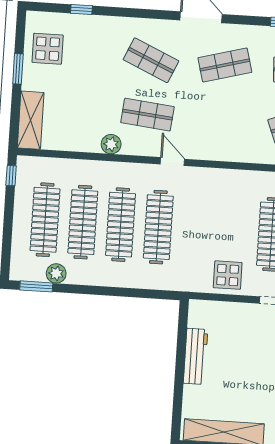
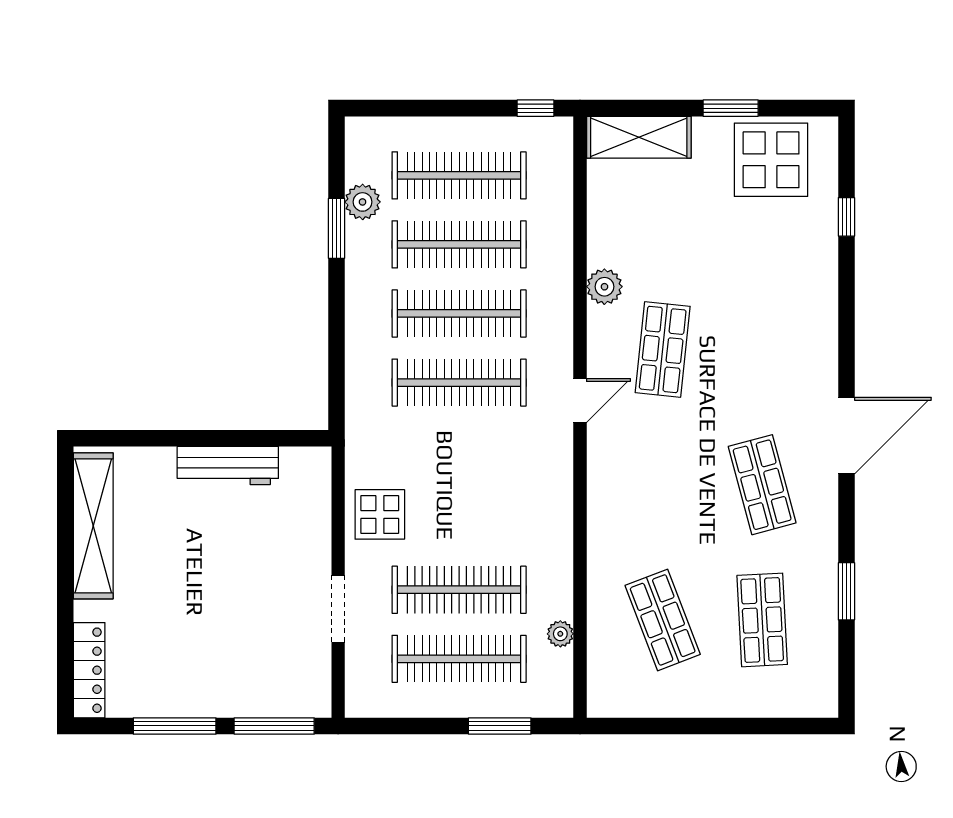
display table: (48, 49) -> (771, 160), width x1.36, depth x1.36
shop shelf: (151, 60) -> (762, 349), removed
window: (36, 286) -> (337, 228), moved

